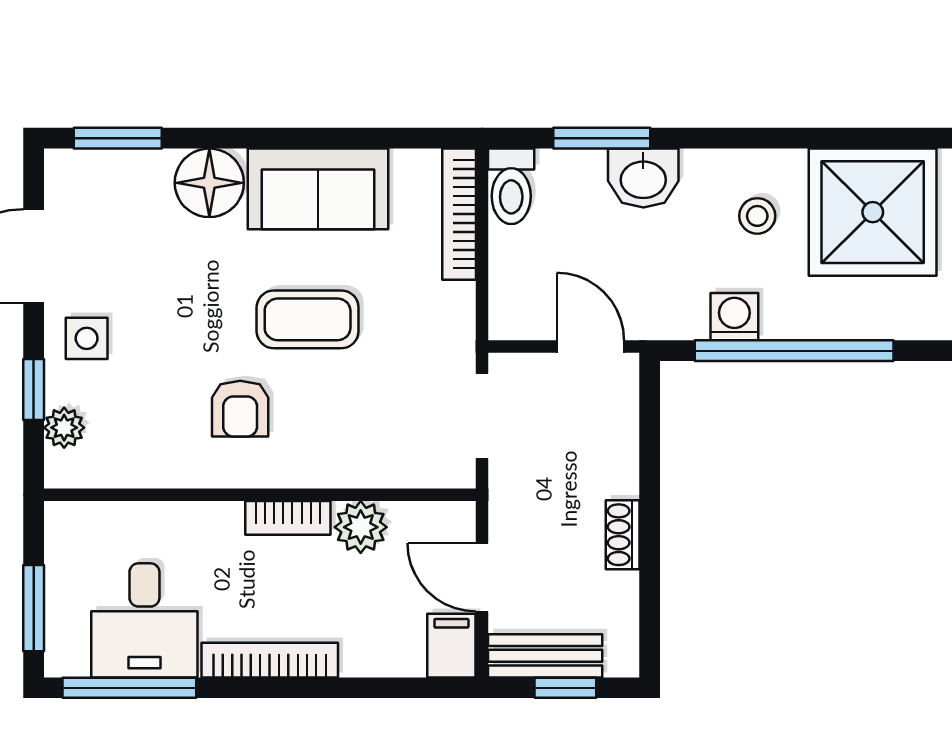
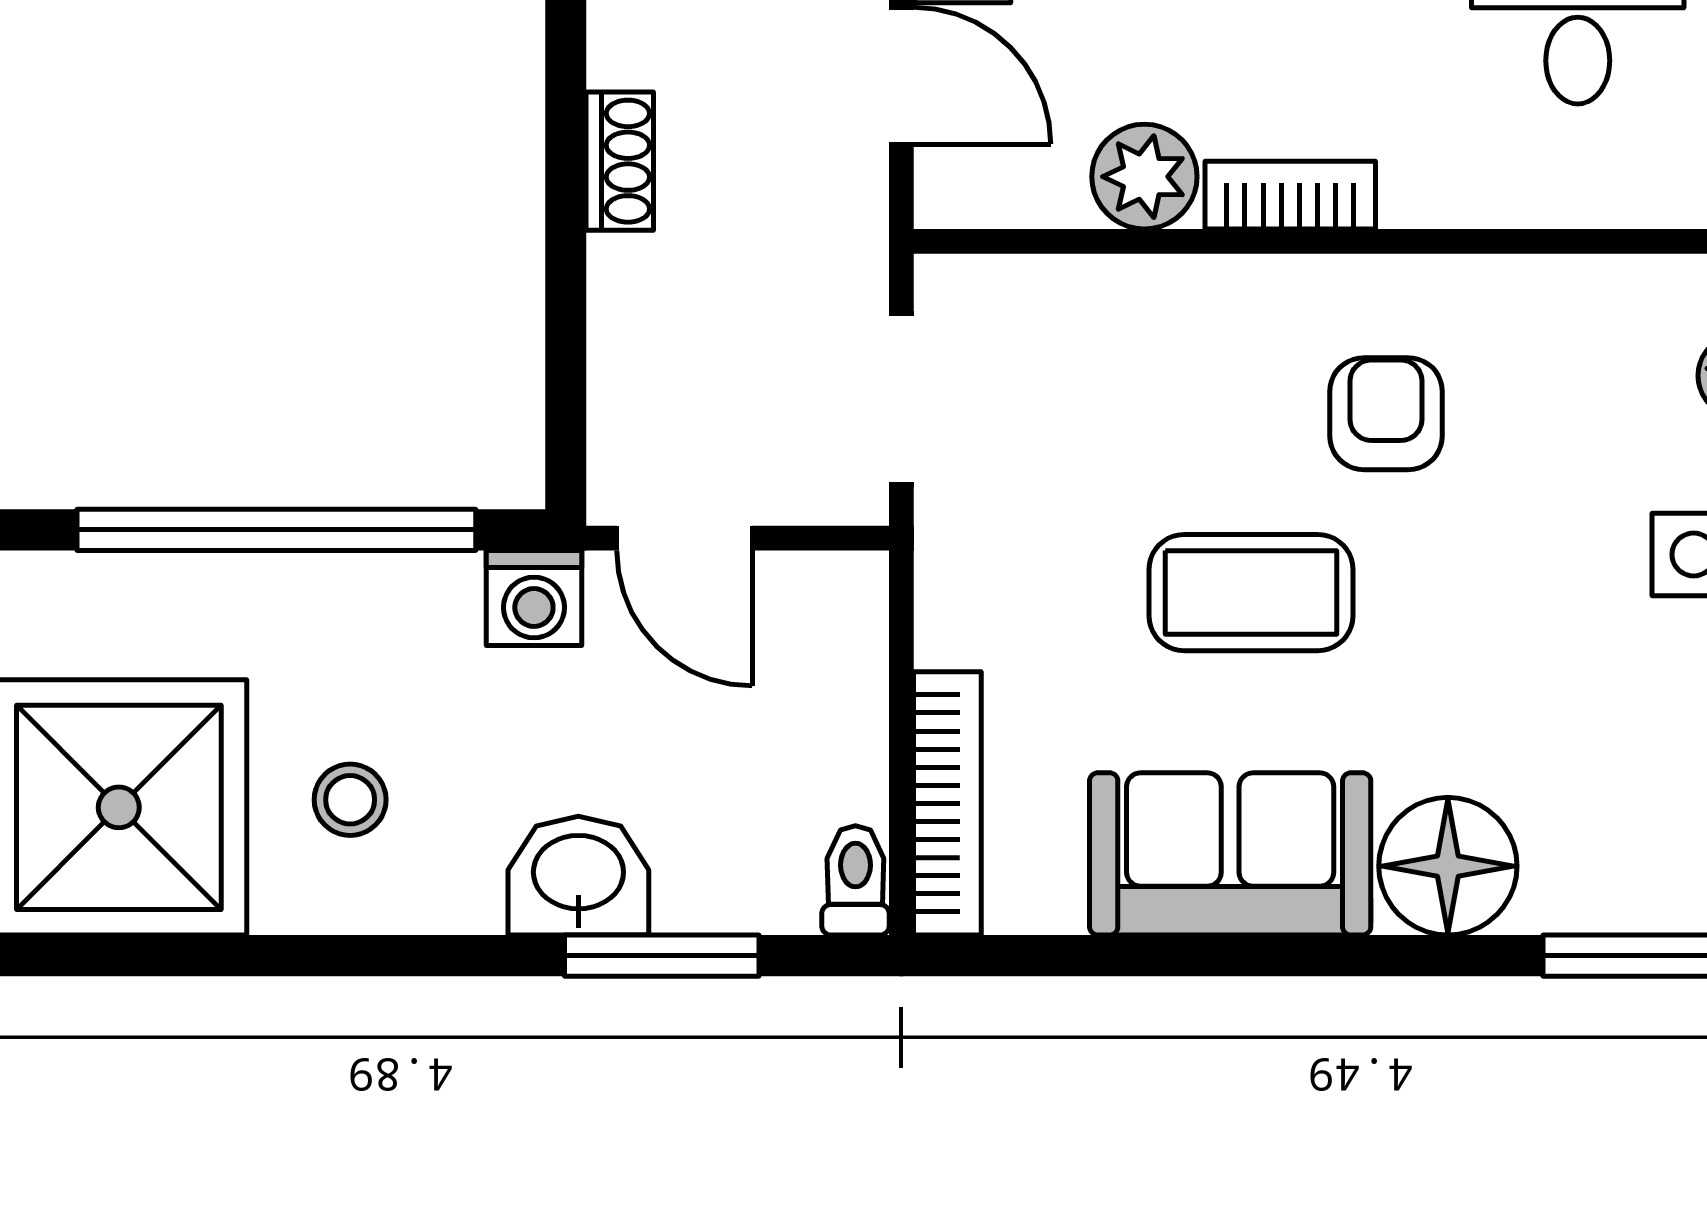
toilet: (511, 186) -> (855, 880), width x0.73, depth x0.72
washing machine: (734, 317) -> (534, 598), moved

